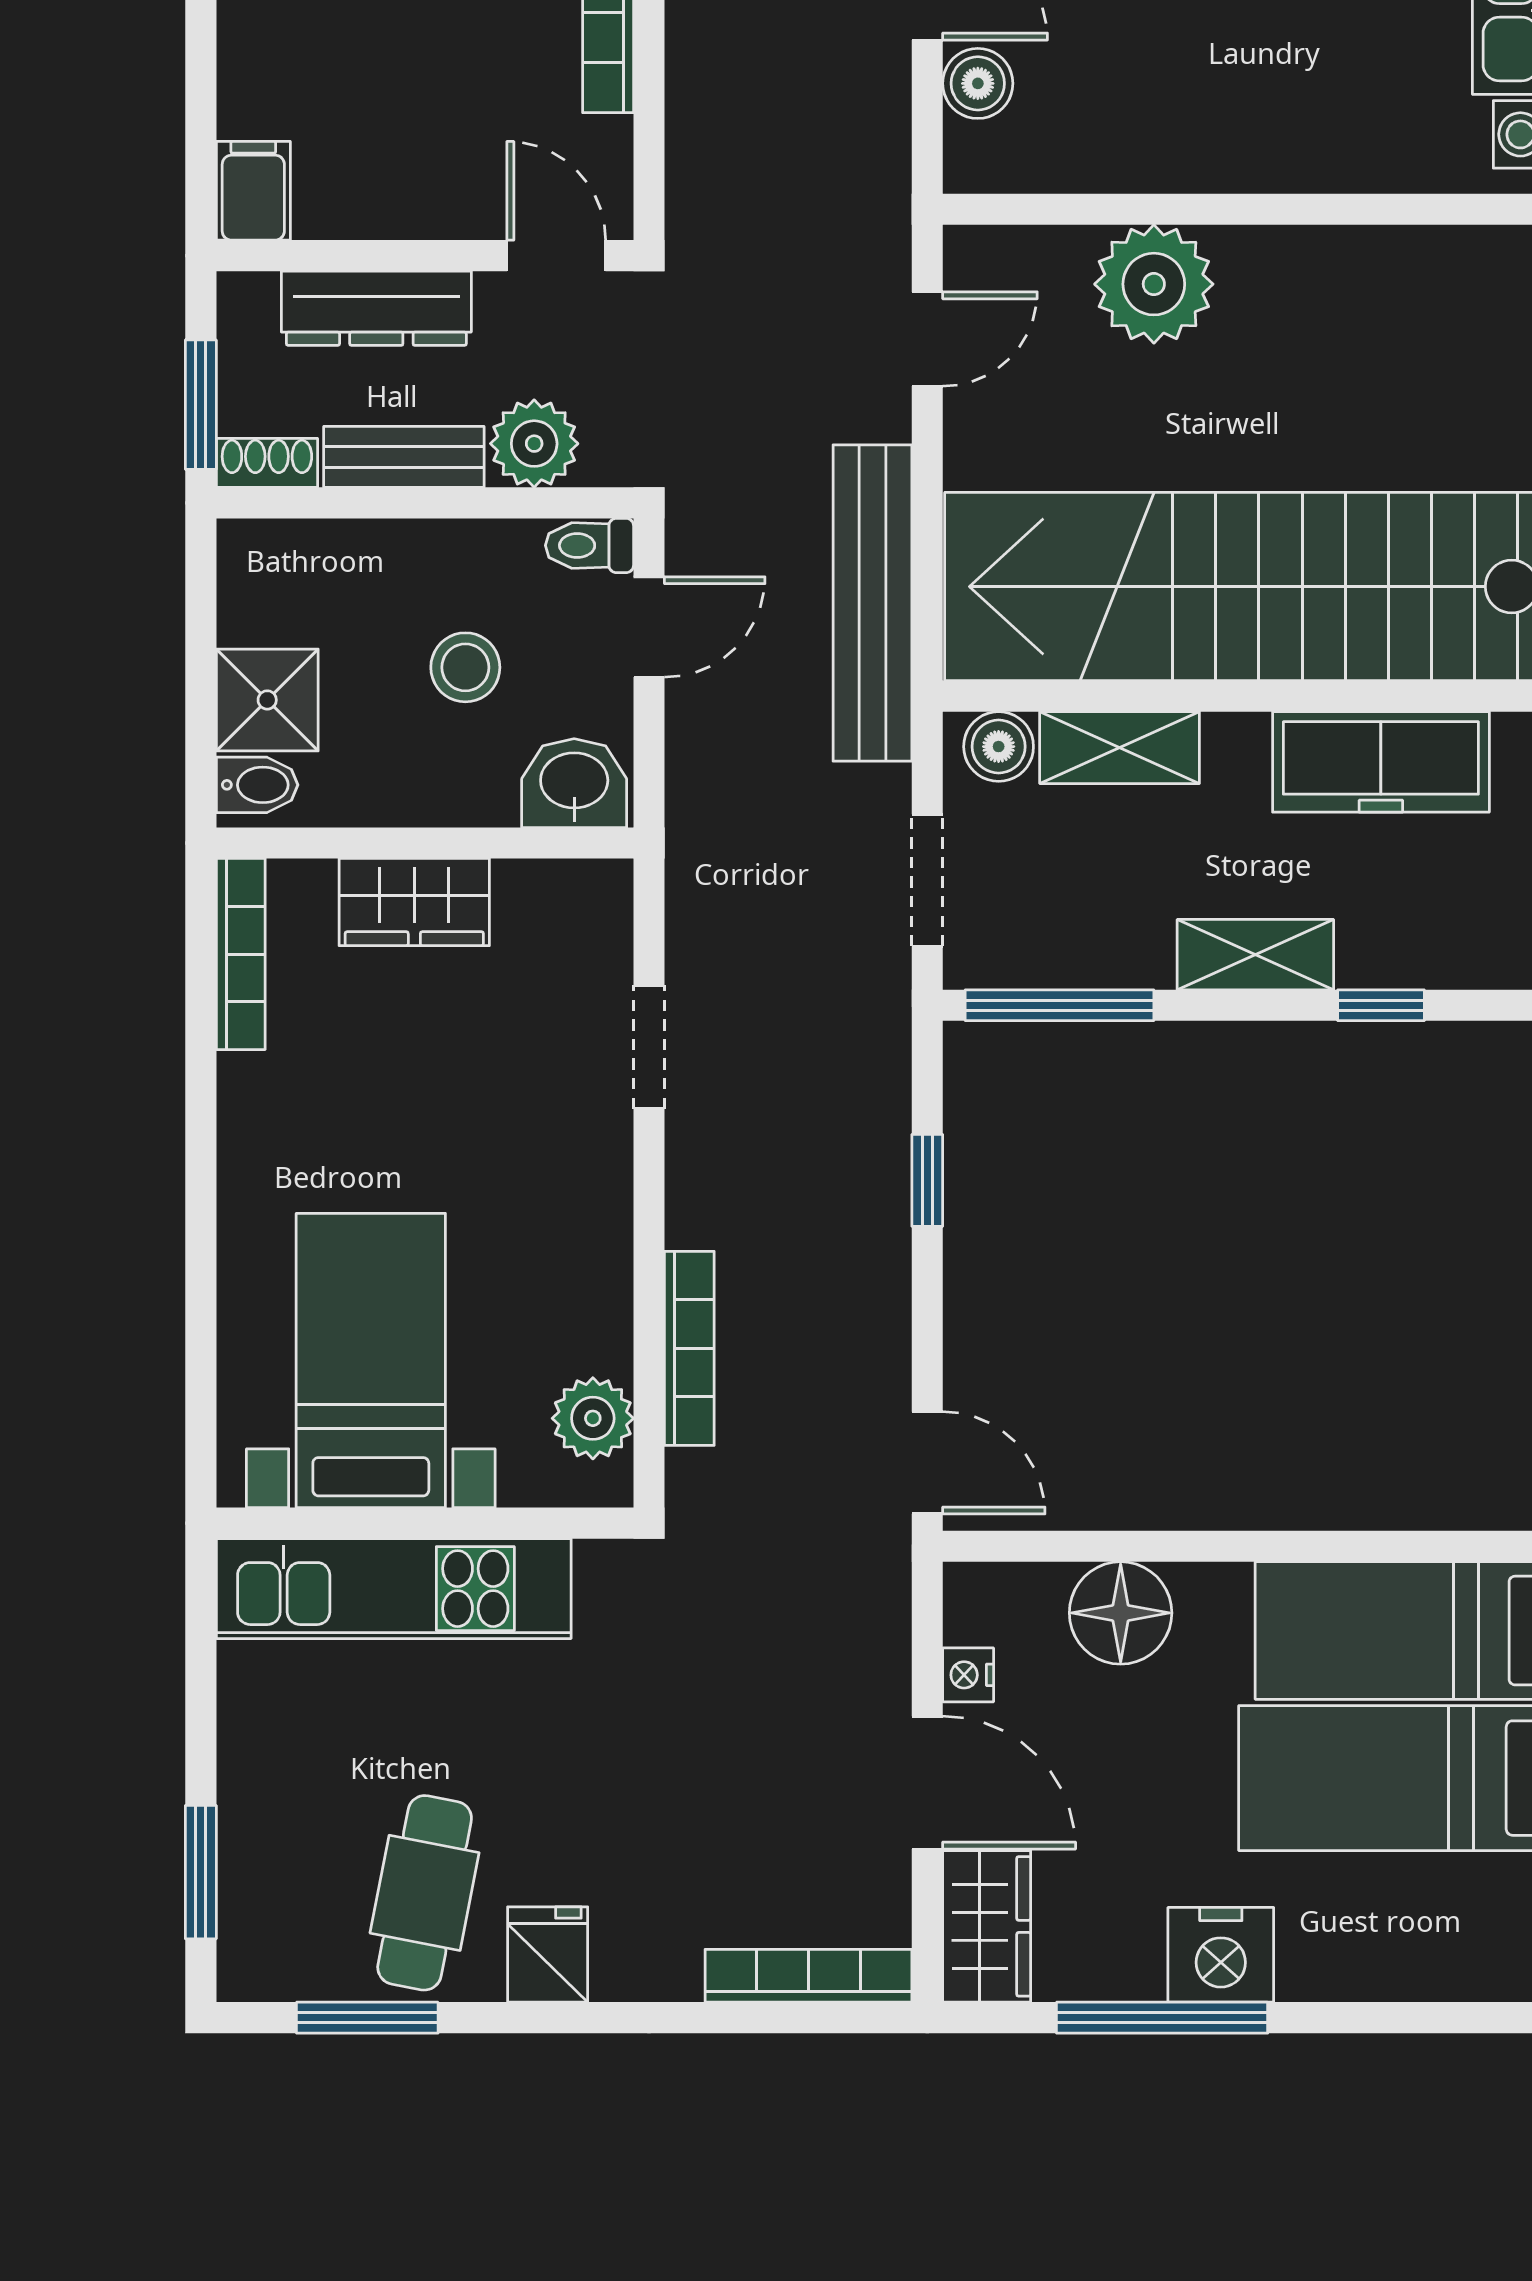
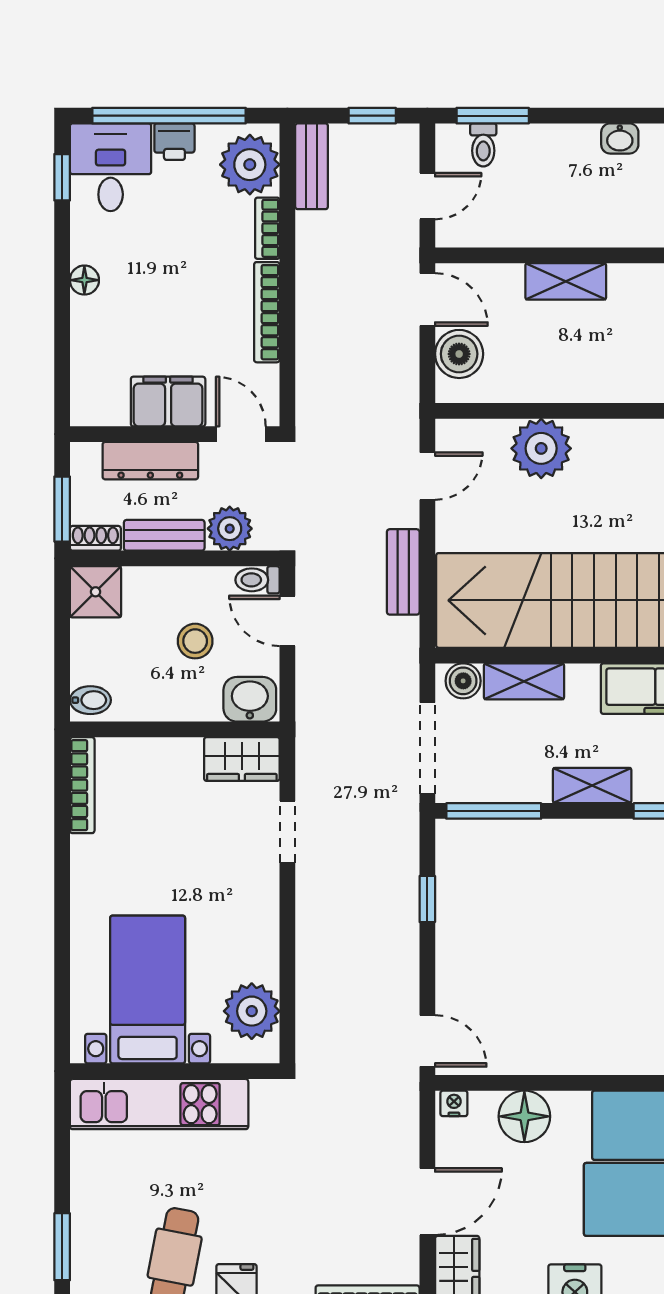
boiler: (978, 83) -> (459, 354), width x1.36, depth x1.36
filing cabinet: (253, 191) -> (168, 402), moved, width x2.00
bench: (872, 603) -> (403, 572), width x0.54, depth x0.82
door: (649, 627) -> (287, 621), swing flipped
shower: (267, 700) -> (96, 592), moved
doorway: (927, 880) -> (427, 748), width x1.38
wardrobe: (414, 902) -> (242, 759), moved
bookcase: (689, 1348) -> (308, 983), removed
plant: (593, 1418) -> (252, 1011), width x1.36, depth x1.36
nightstand: (968, 1675) -> (454, 1103), moved, turned 90
door: (927, 1783) -> (427, 1202), hinge flipped

